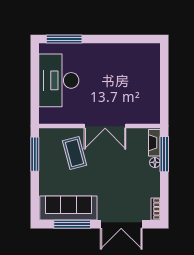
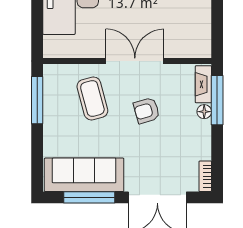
double door: (105, 126) -> (135, 61), swing flipped
armchair: (113, 162) -> (147, 111), added

